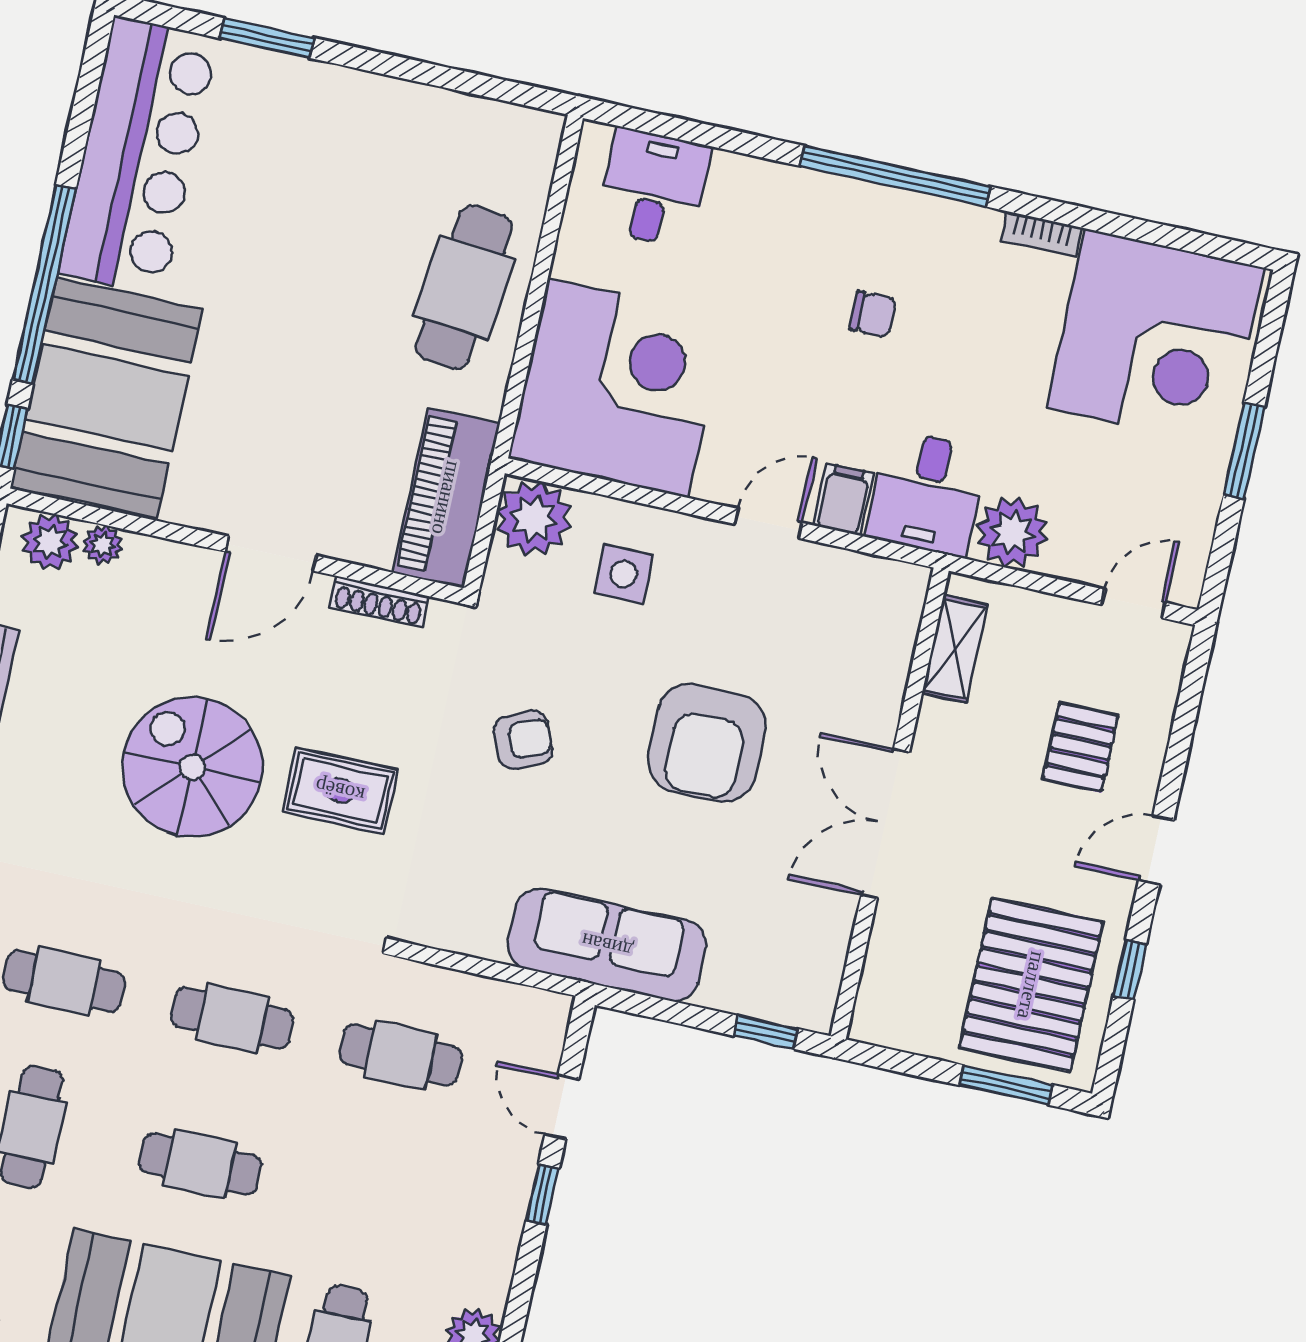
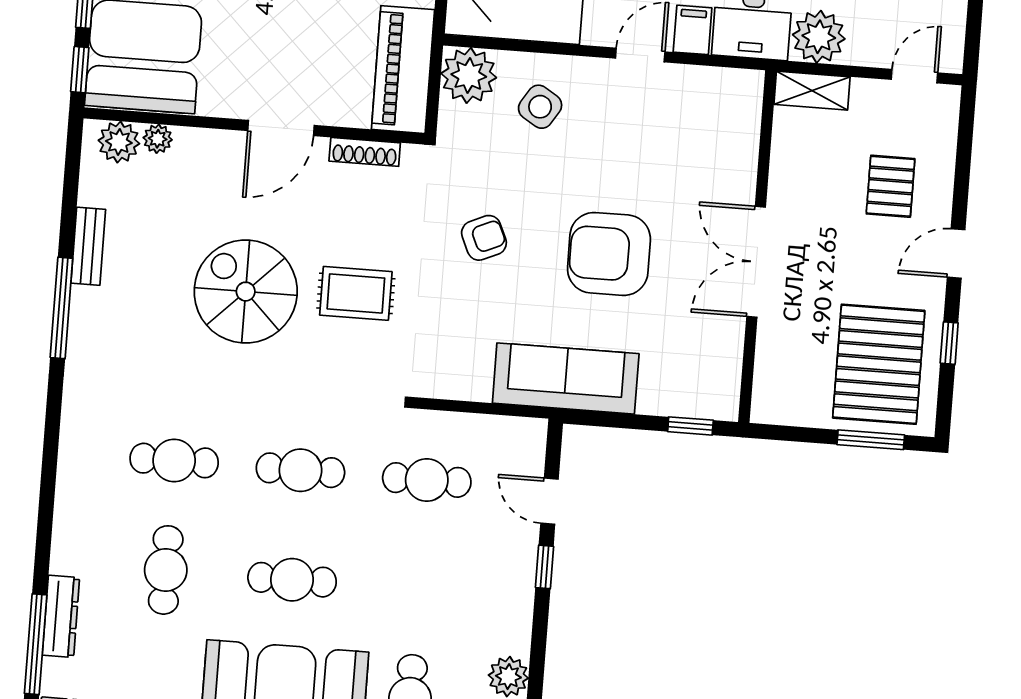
side table: (624, 574) -> (540, 107), turned 32
shelving: (955, 649) -> (812, 91), moved, turned 90
armchair: (707, 743) -> (609, 254), moved, turned 90

